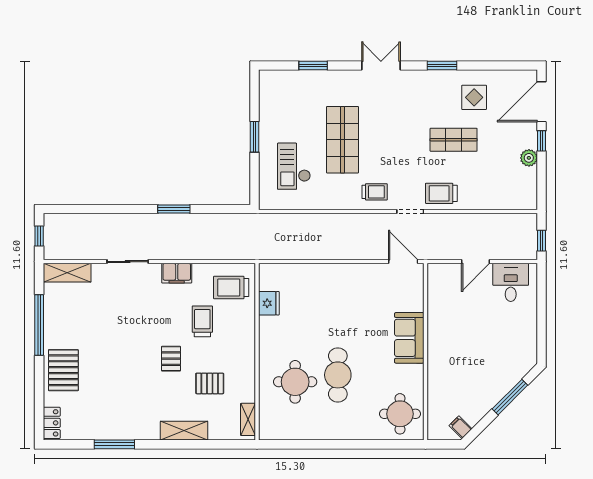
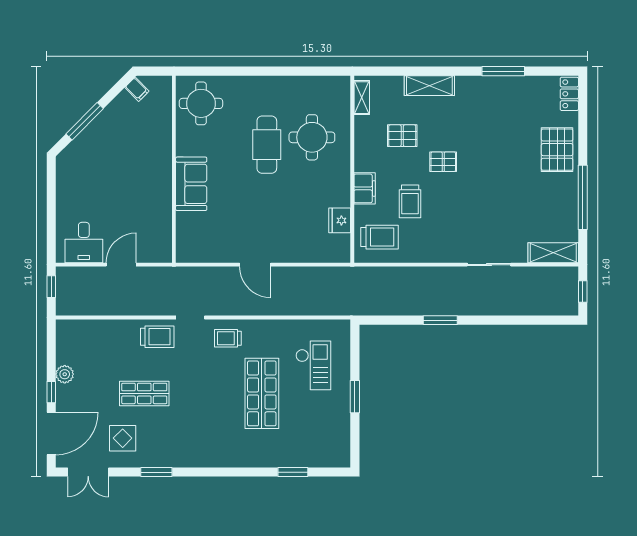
double door: (381, 65) -> (88, 472), moved
door: (403, 262) -> (255, 265), moved
filing cabinet: (177, 273) -> (365, 188), moved, turned 90
pallet: (171, 359) -> (443, 162), turned 90

